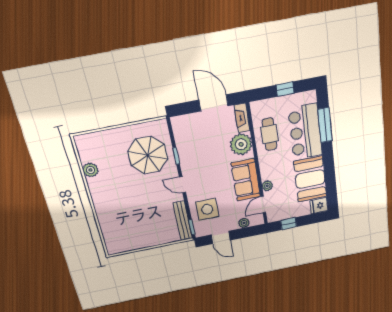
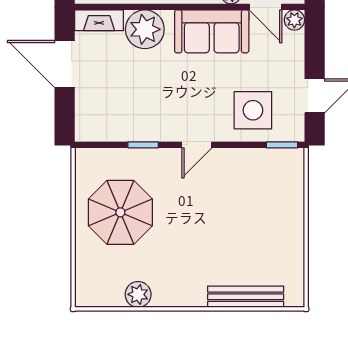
door: (214, 103) -> (65, 64), hinge flipped
parasol: (148, 155) -> (120, 212), moved
bench: (183, 221) -> (246, 297), moved
plant: (244, 223) -> (294, 20), moved

